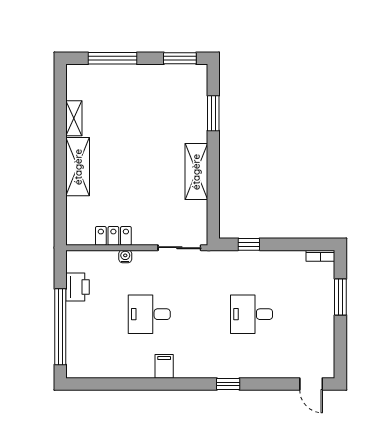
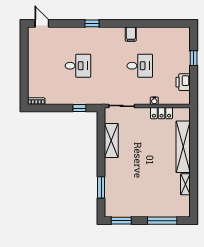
shelving: (78, 167) -> (183, 147), width x1.47
shelving: (196, 172) -> (111, 141), moved
window: (340, 297) -> (24, 76), removed
window: (60, 327) -> (194, 58), width x0.32

